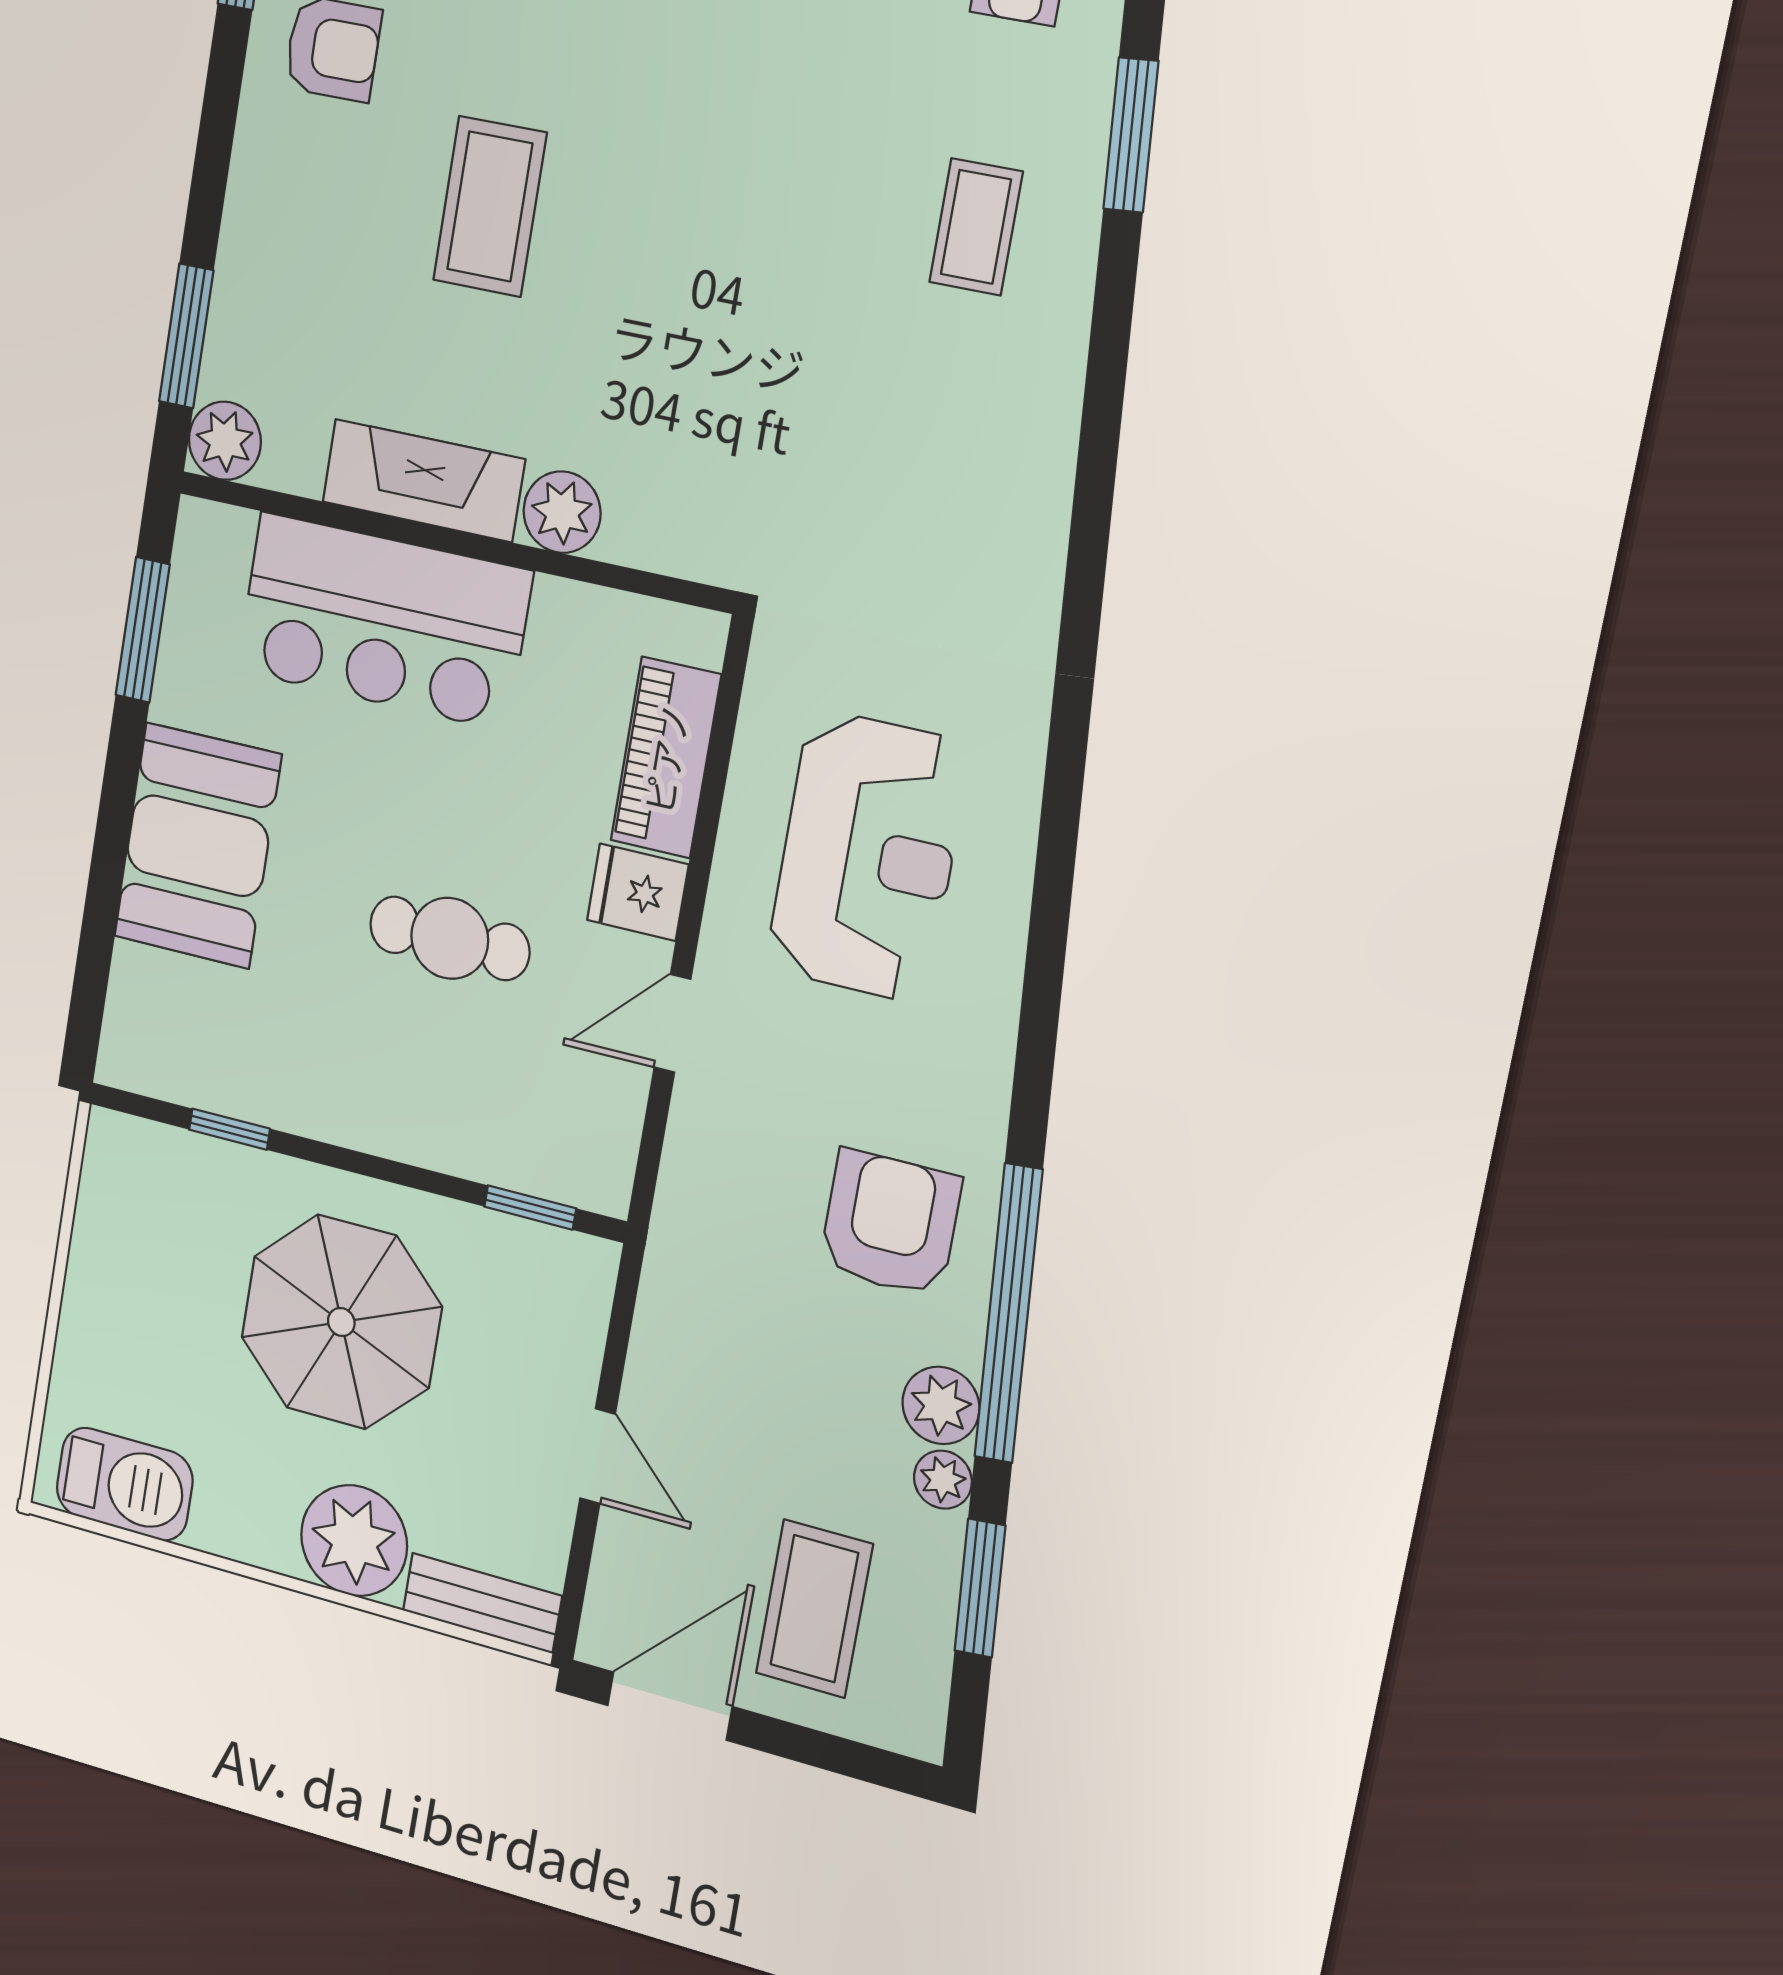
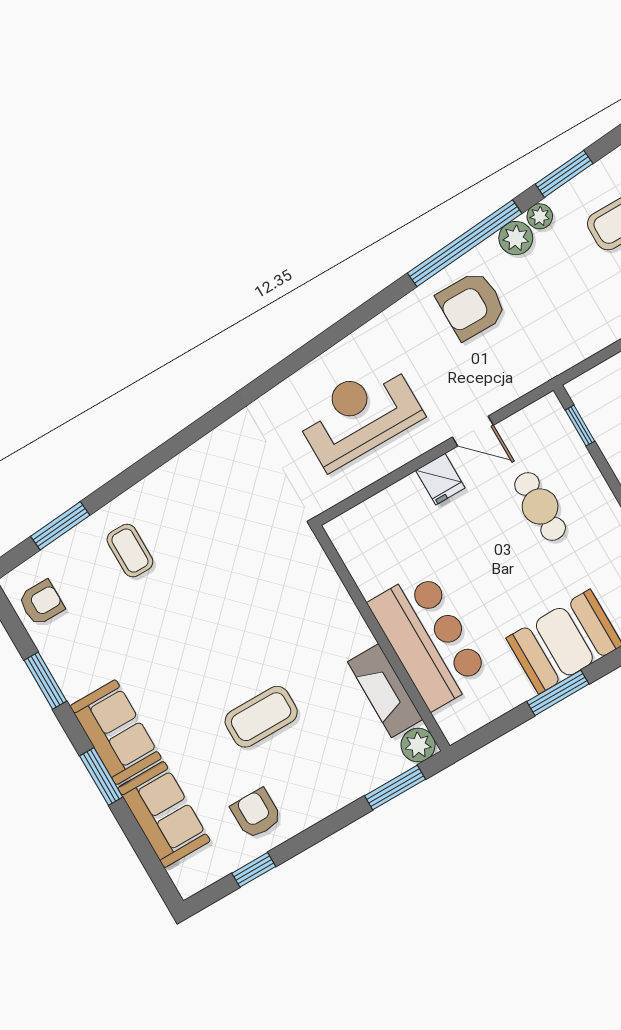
coffee table: (976, 227) -> (130, 551), turned 90
fireplace: (424, 481) -> (385, 691), moved
plant: (562, 512) -> (339, 609), removed
window: (143, 630) -> (558, 693), moved
piano: (666, 758) -> (387, 507), removed
cafe table: (450, 938) -> (540, 506), moved

